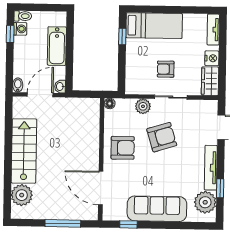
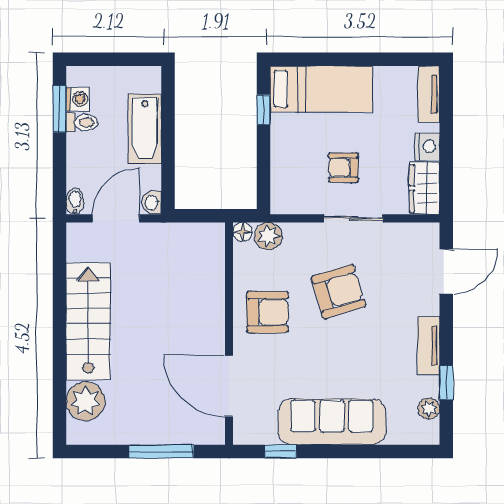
toilet: (23, 16) -> (82, 123), moved
window: (10, 34) -> (59, 109), width x1.50
plant: (143, 106) -> (268, 236), moved
tv unit: (211, 168) -> (429, 346), width x0.71
plant: (205, 202) -> (429, 409), width x0.53, depth x0.53

